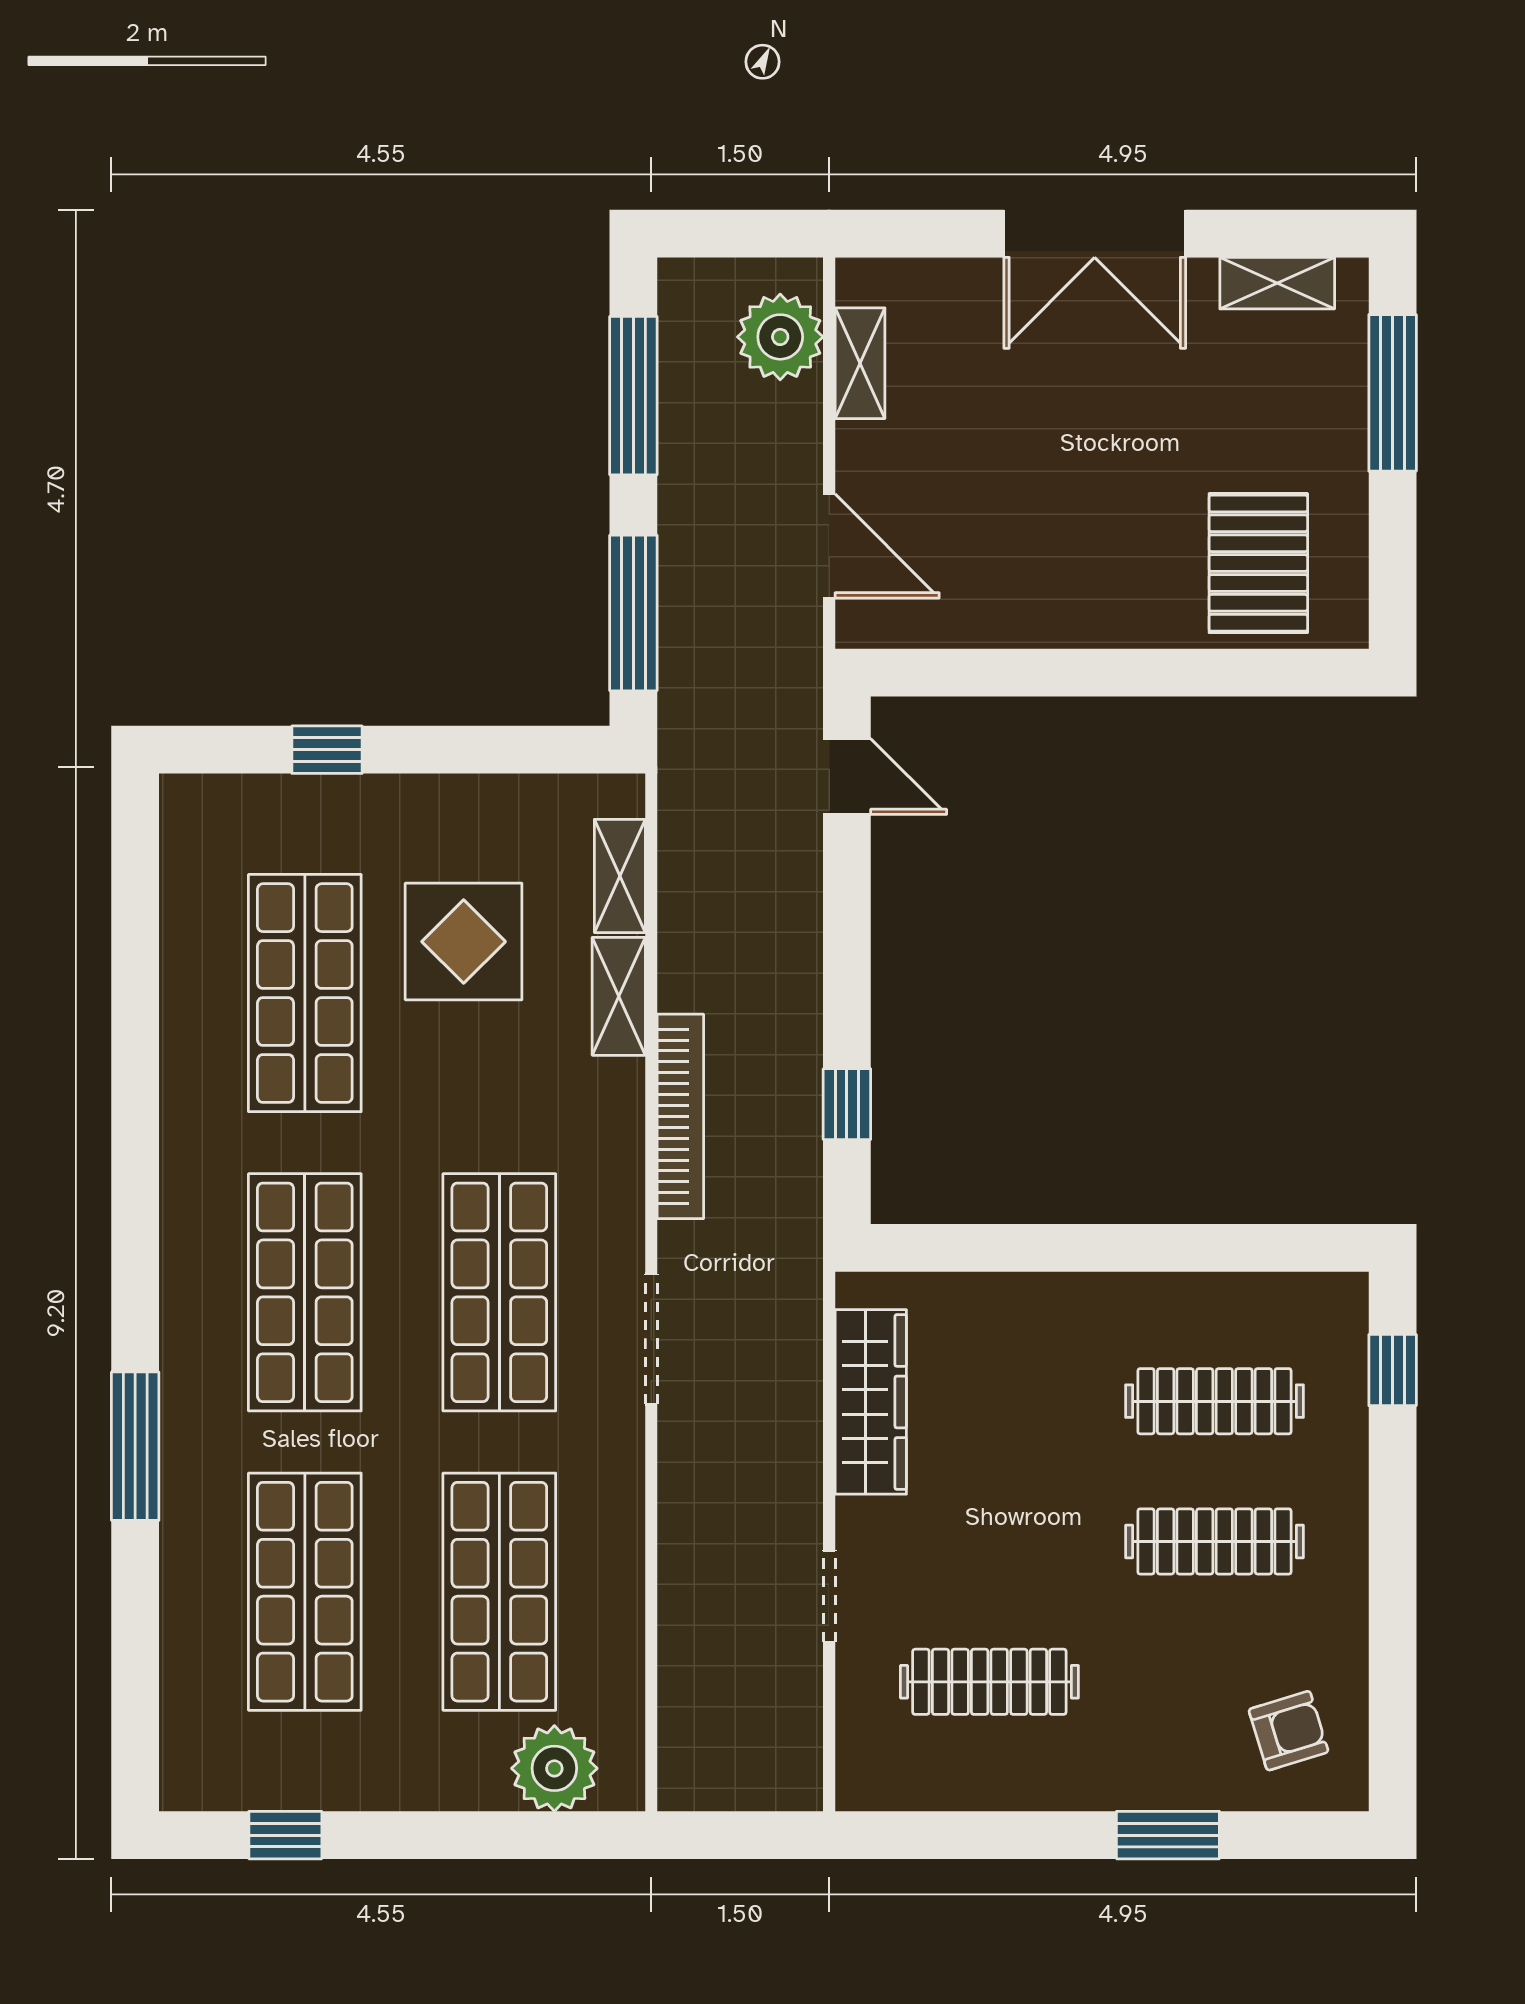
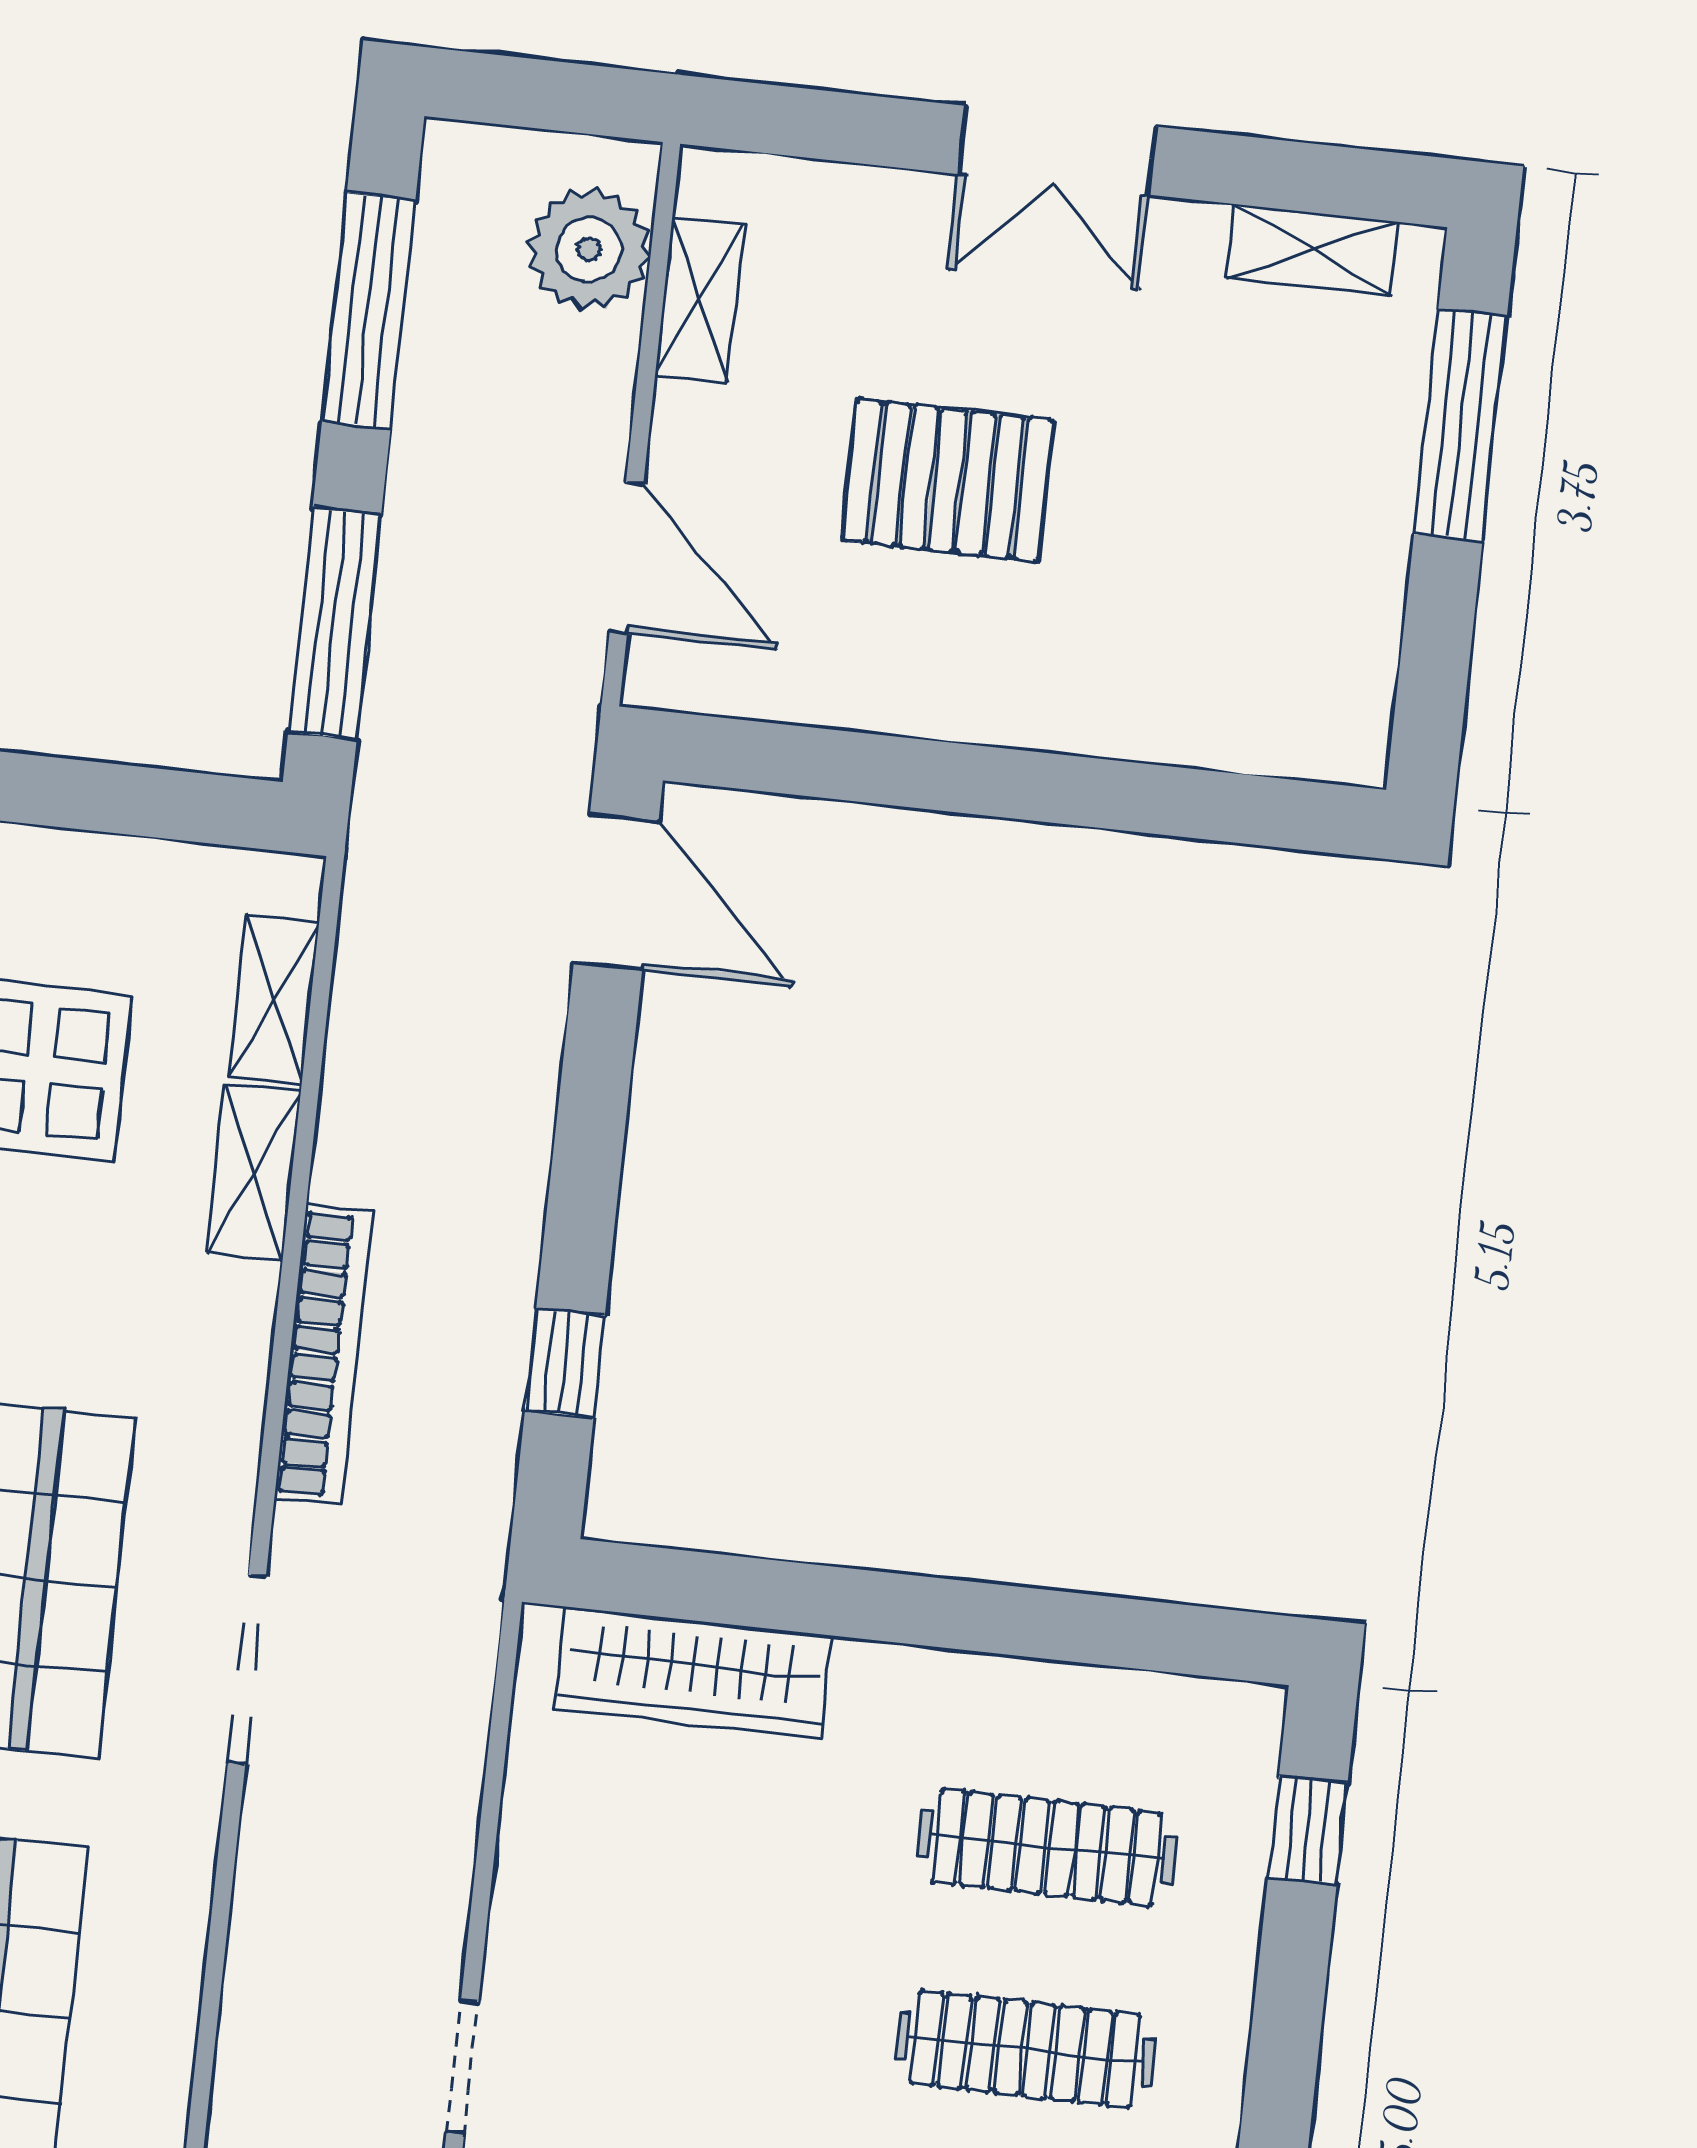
double door: (1095, 234) -> (1057, 150), width x0.73
pallet: (1258, 563) -> (948, 480), moved, turned 90
door: (847, 777) -> (616, 892), width x1.38
wardrobe: (871, 1402) -> (693, 1672), moved, turned 90

